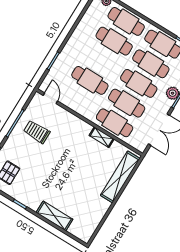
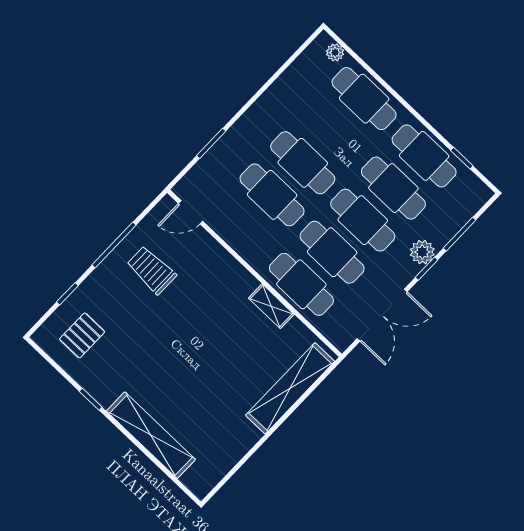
cafe table: (114, 41) -> (303, 163), moved
door: (50, 98) -> (191, 212), swing flipped
shelving: (54, 216) -> (151, 435), width x1.47

